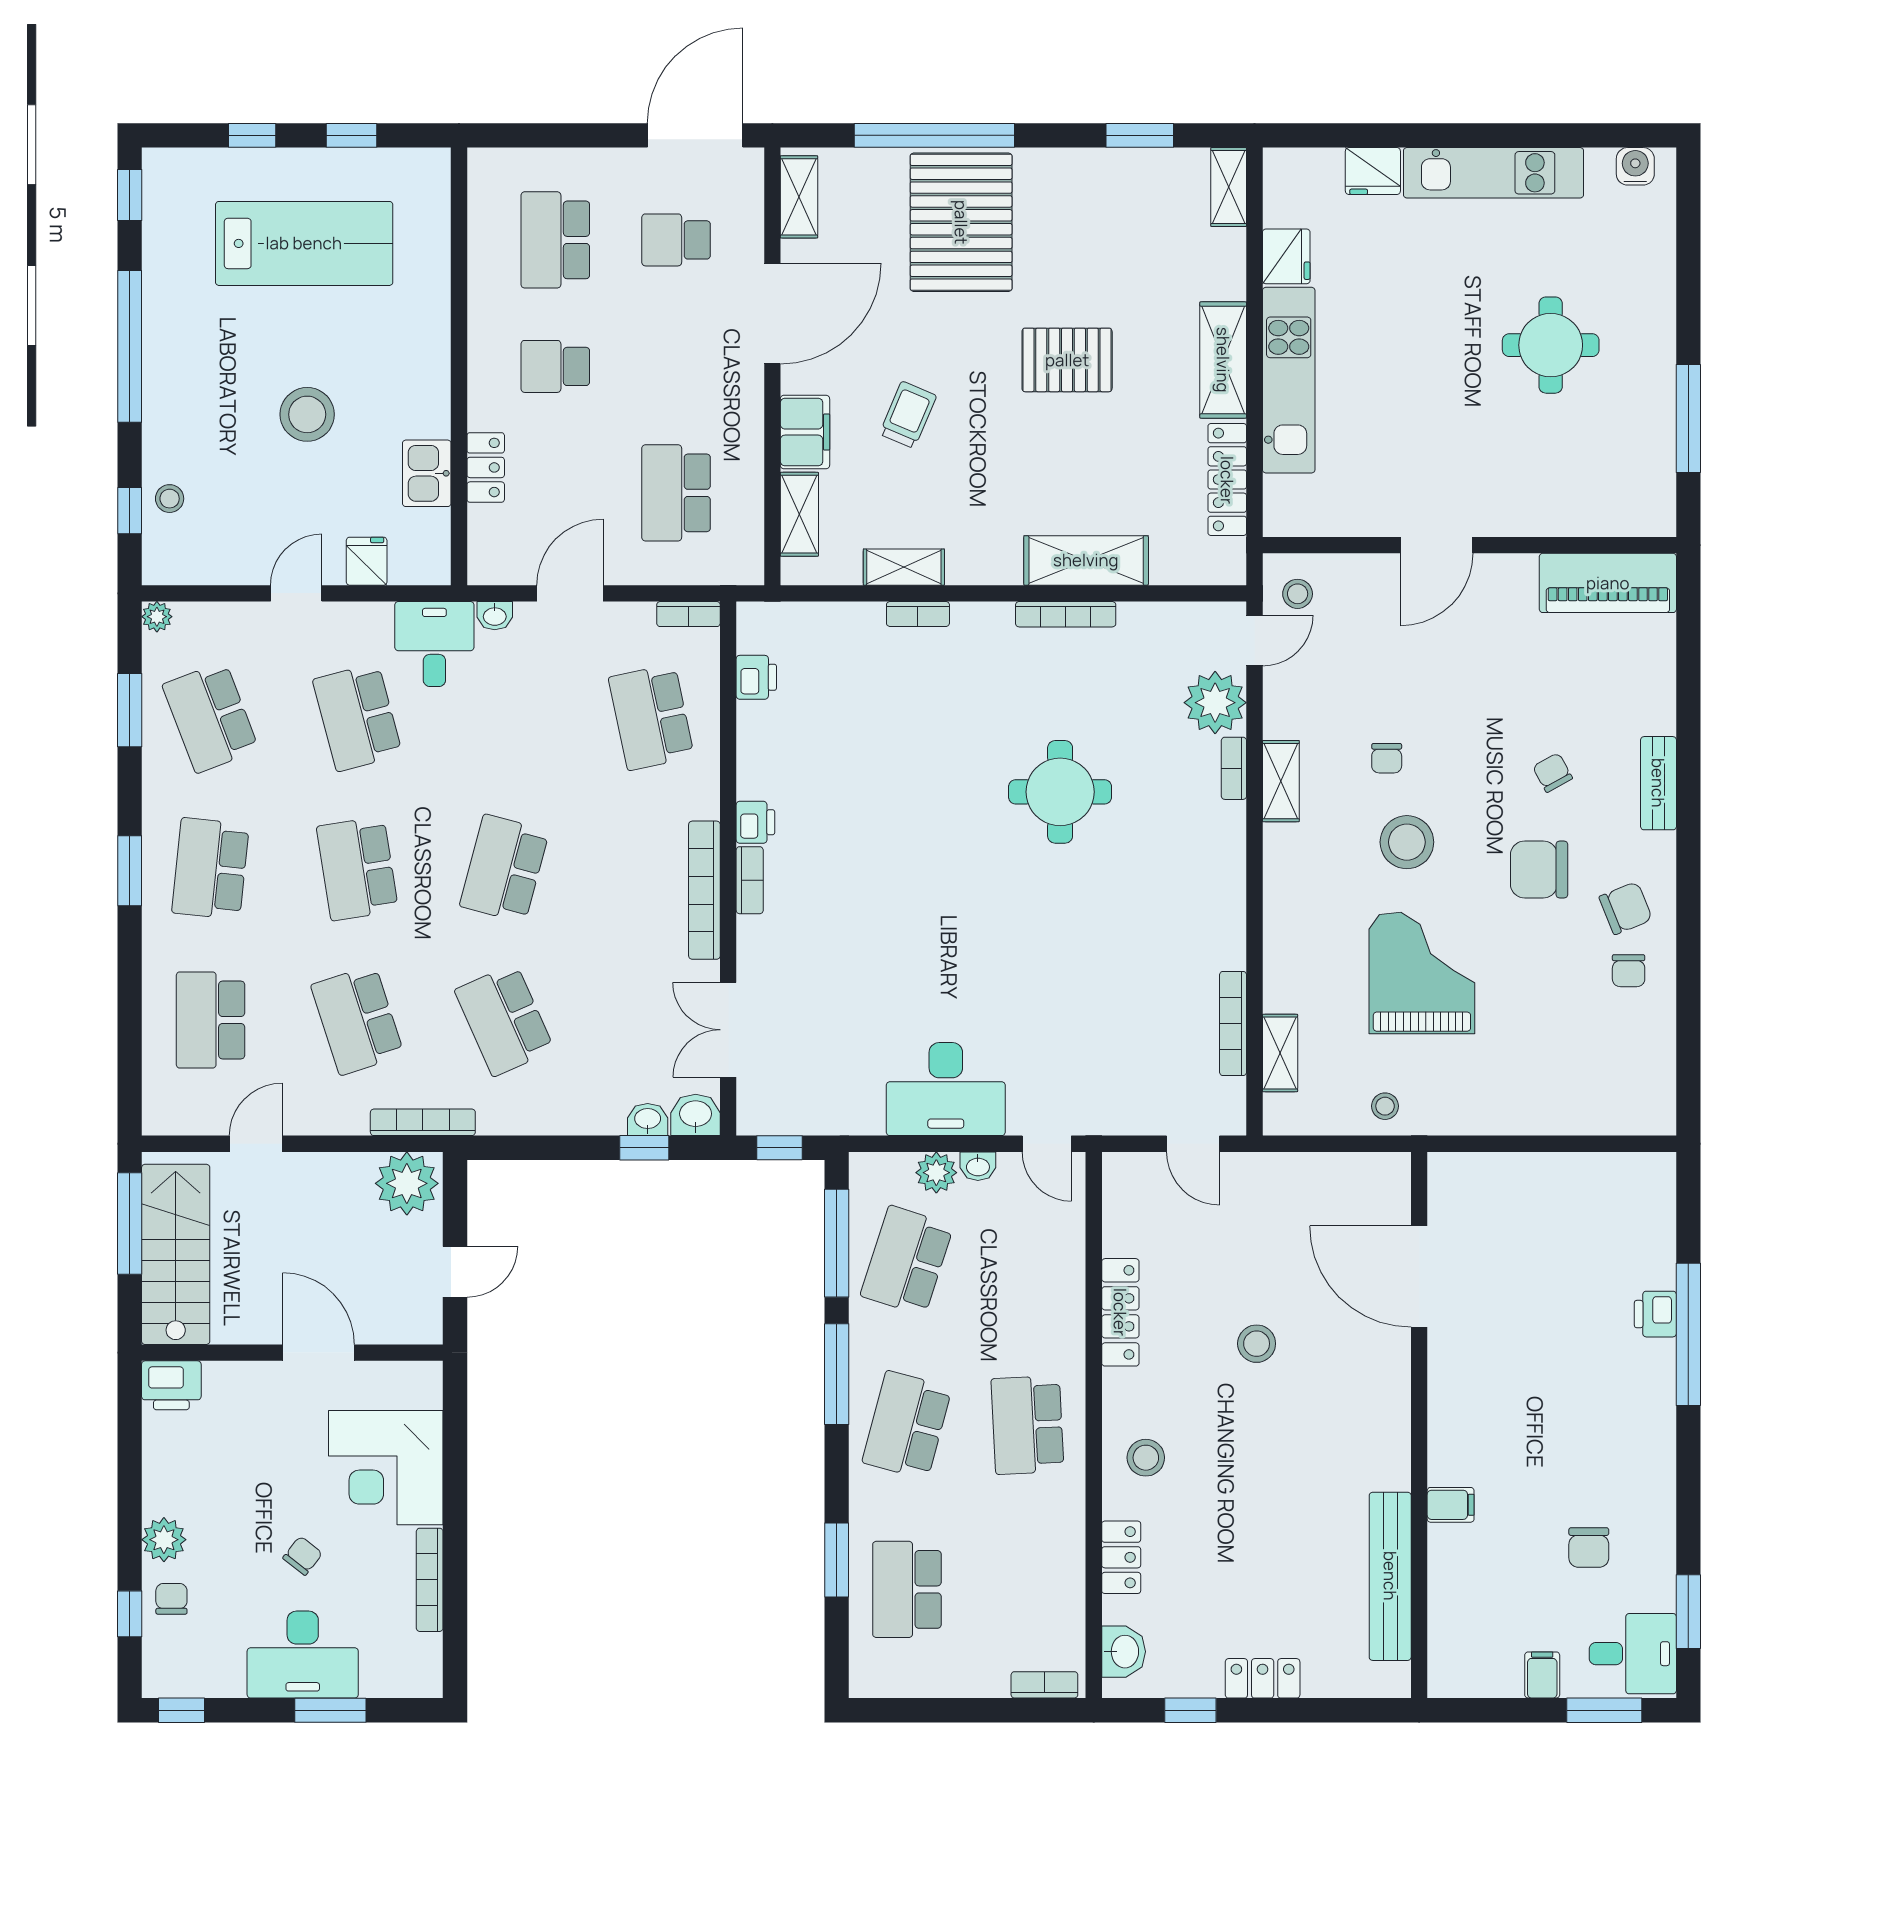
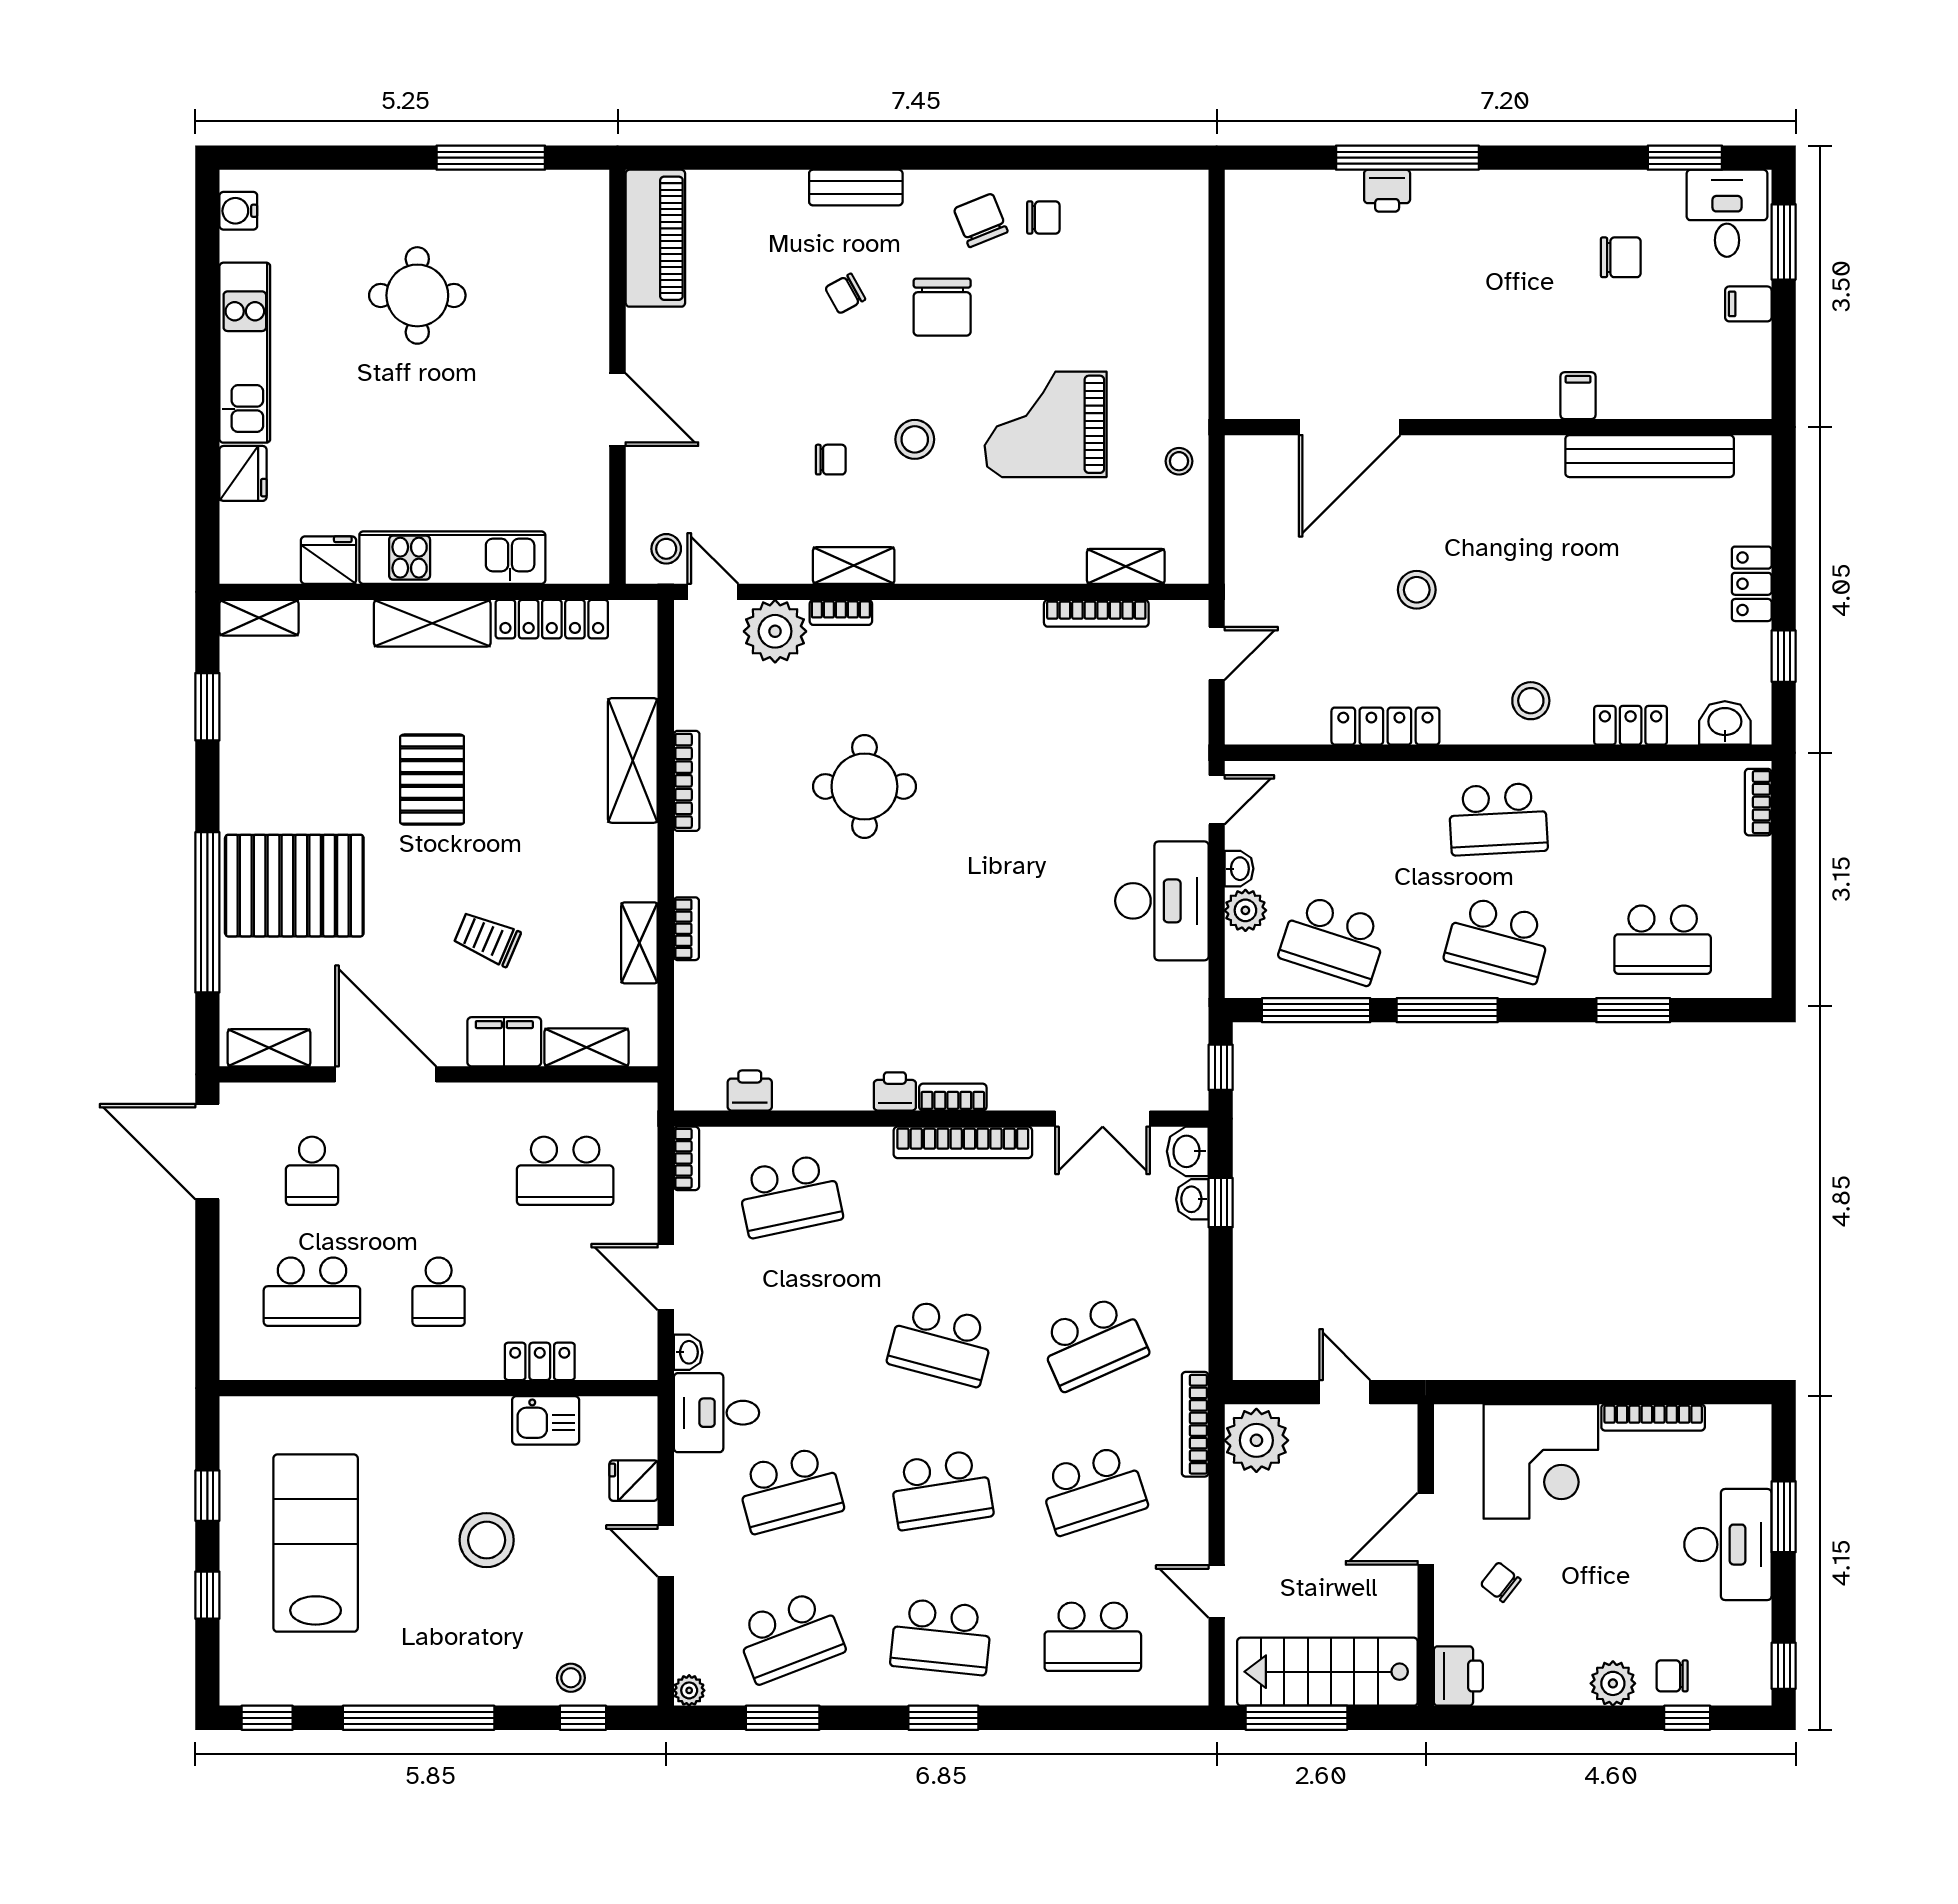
stool: (1407, 842) -> (915, 439), width x0.73, depth x0.73
chair: (303, 1556) -> (1501, 1582), moved

